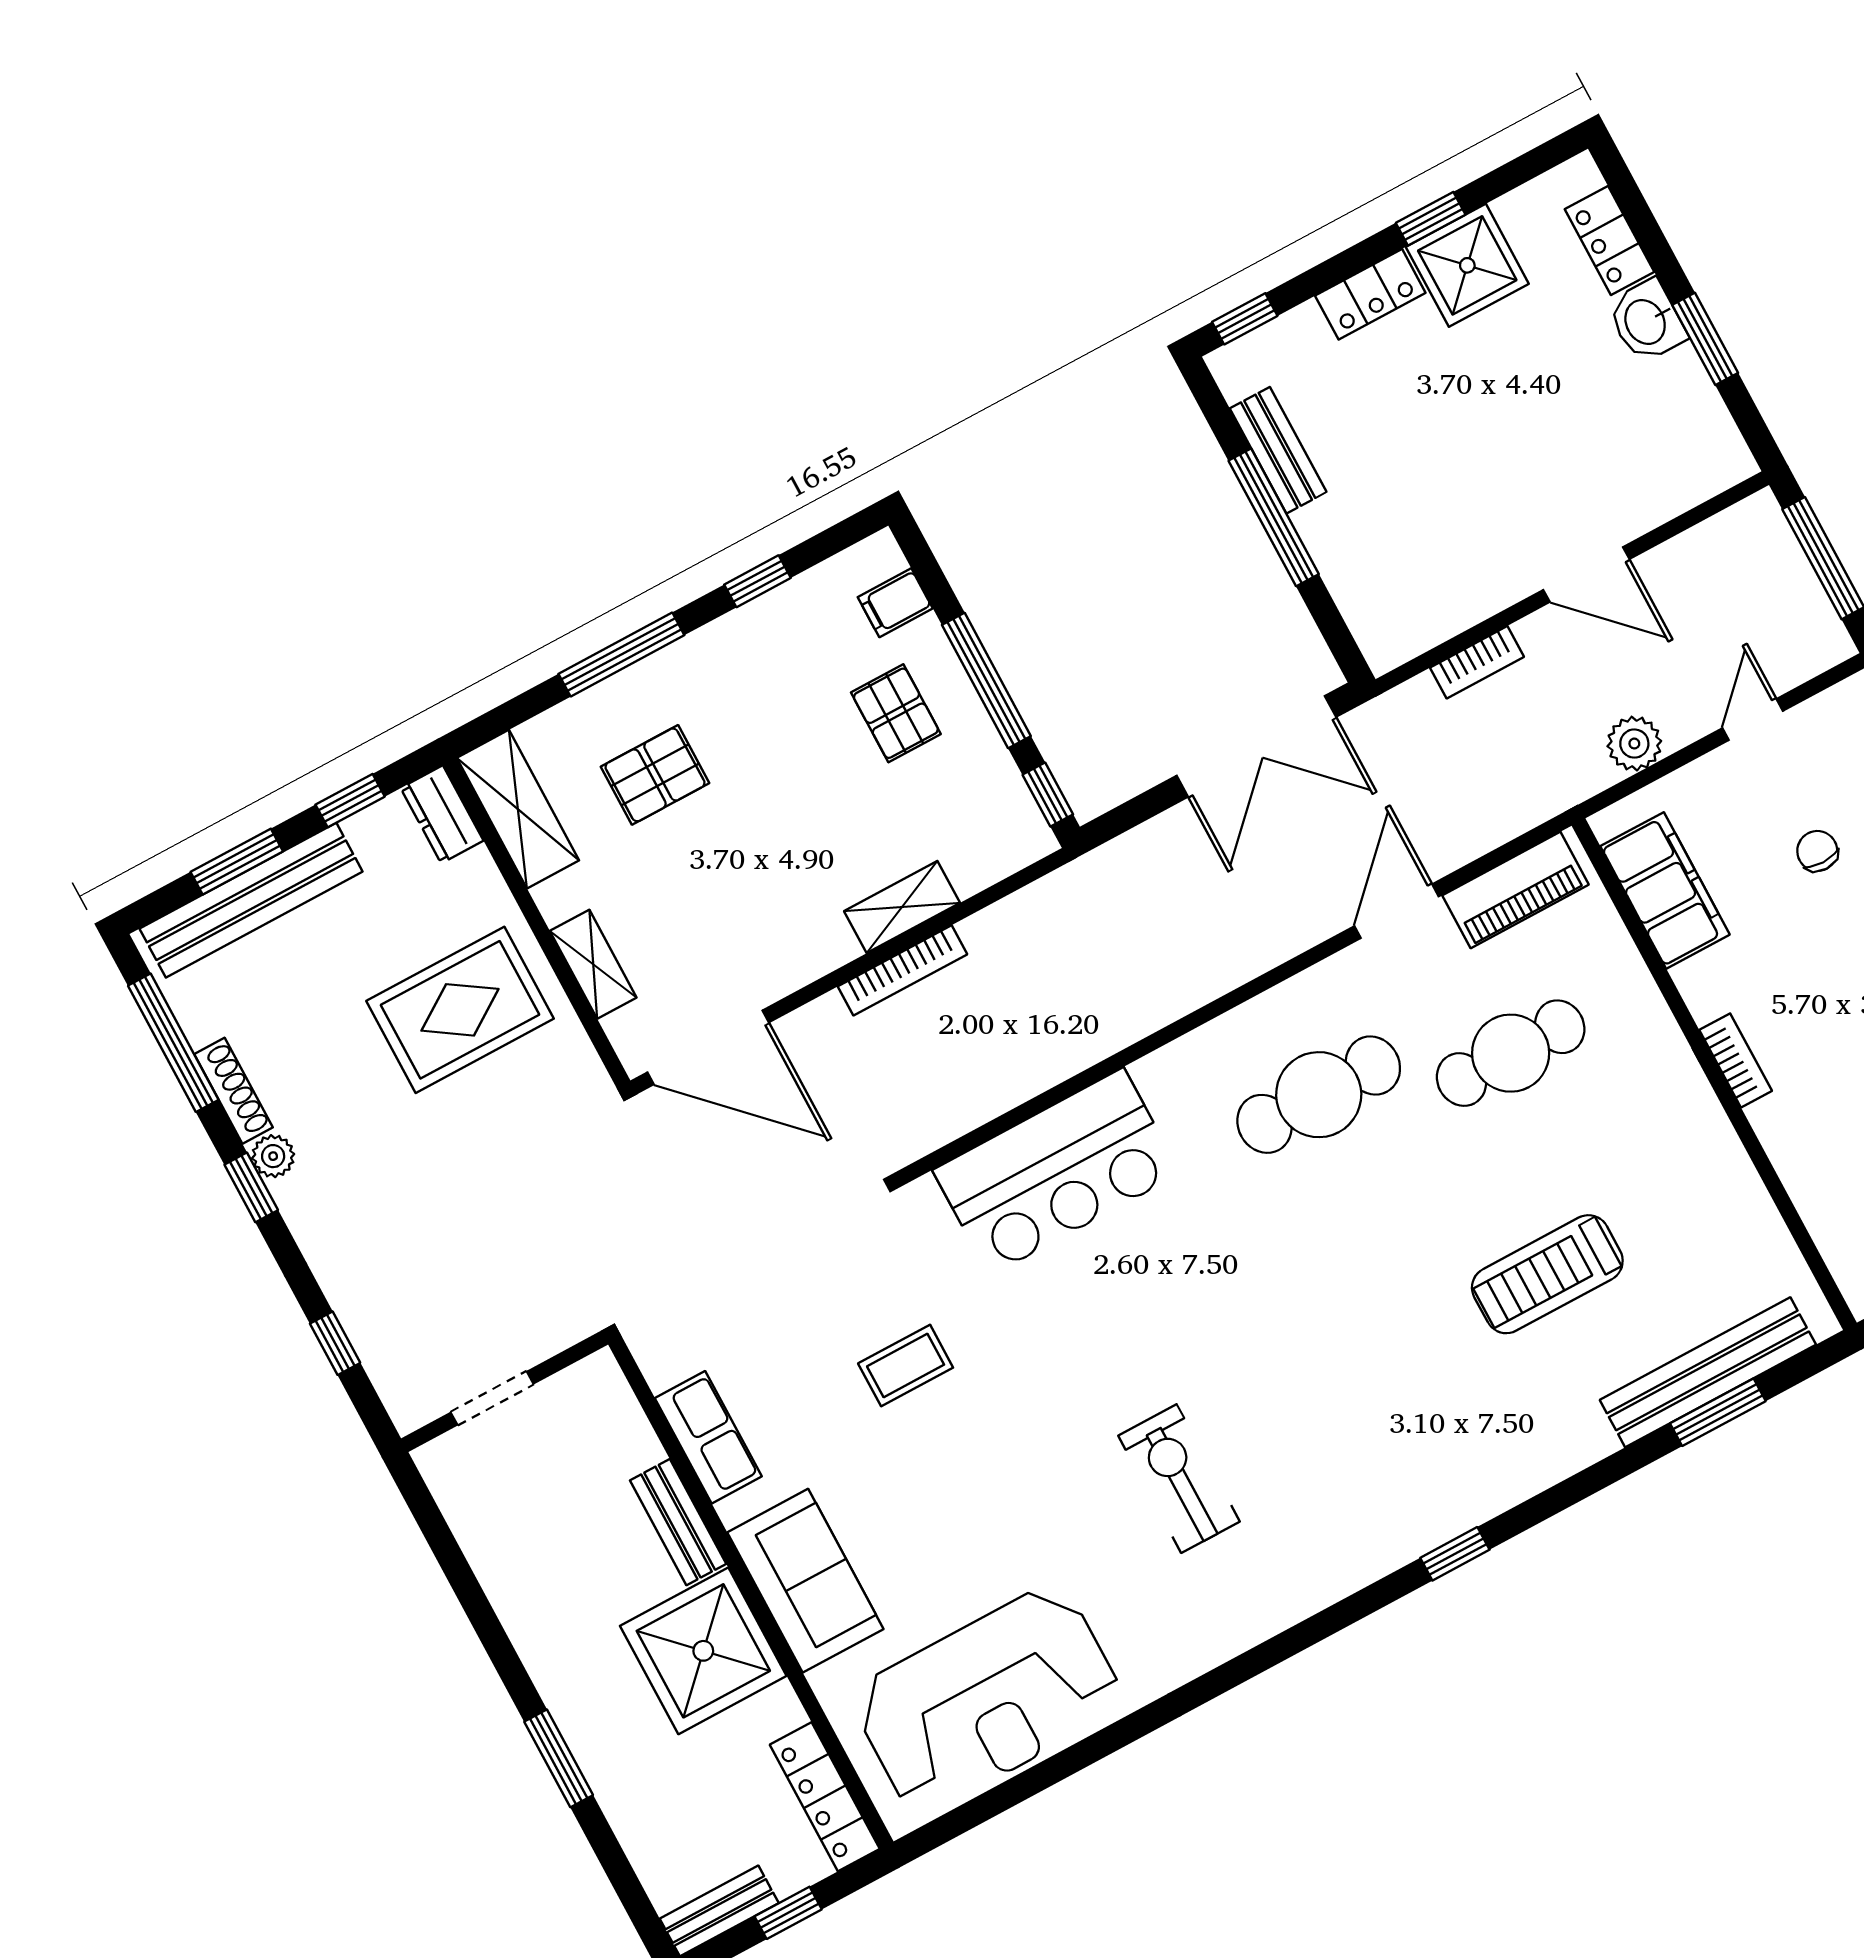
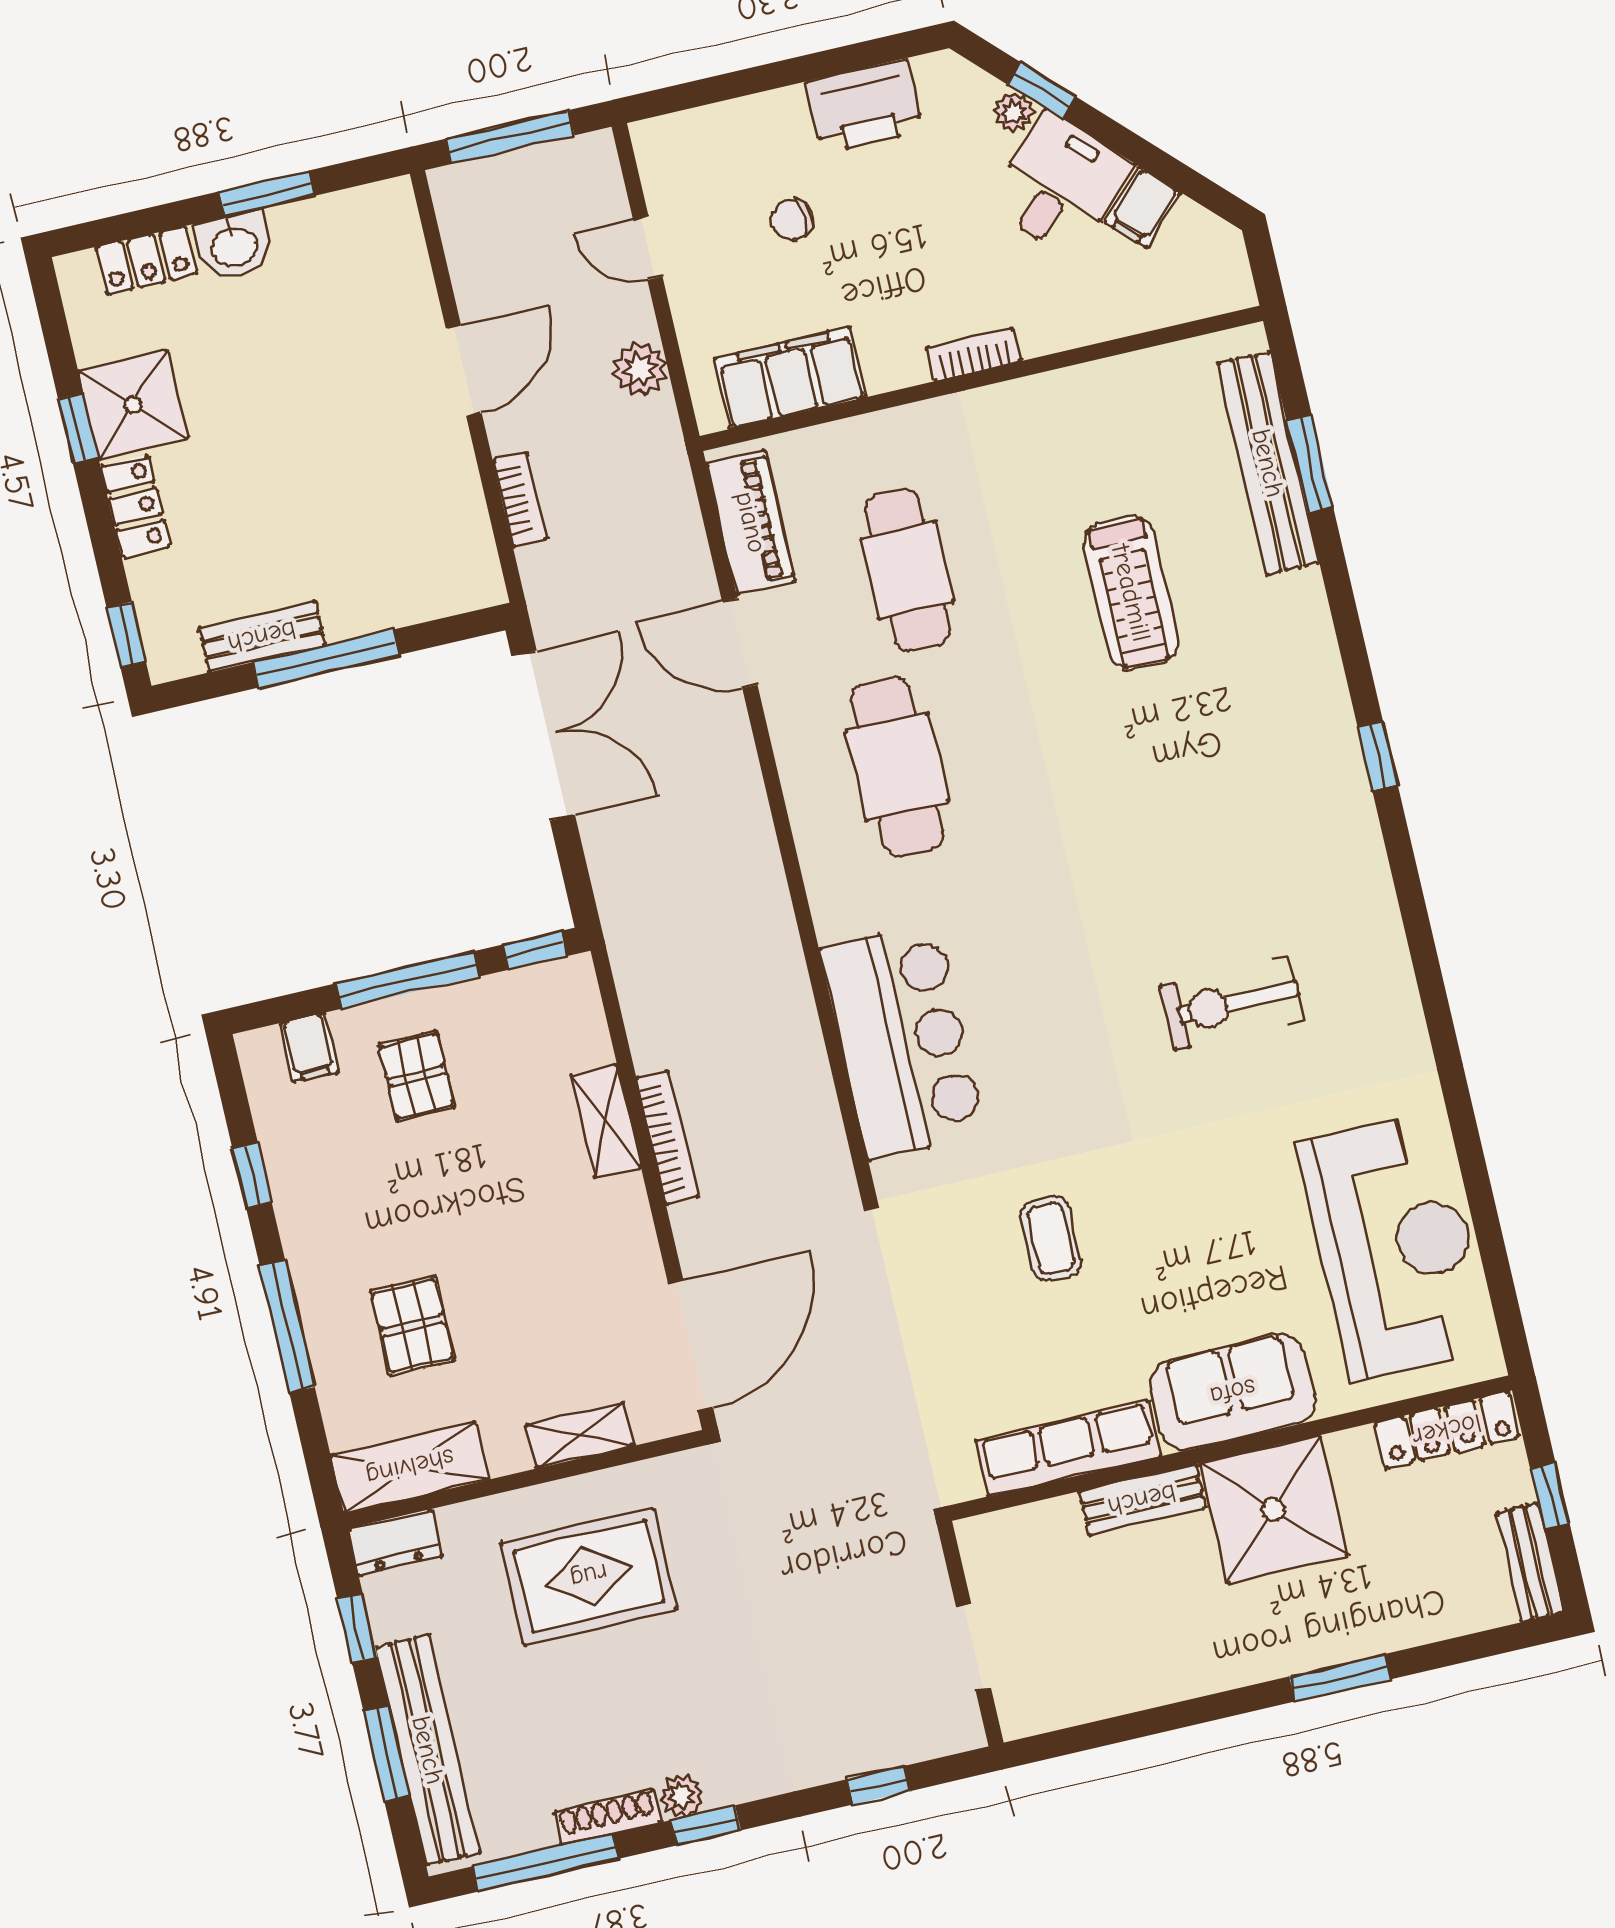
pallet: (896, 713) -> (416, 1076), turned 90
rug: (460, 1010) -> (589, 1576), turned 90
row of seats: (708, 1437) -> (1068, 1448), width x1.48

